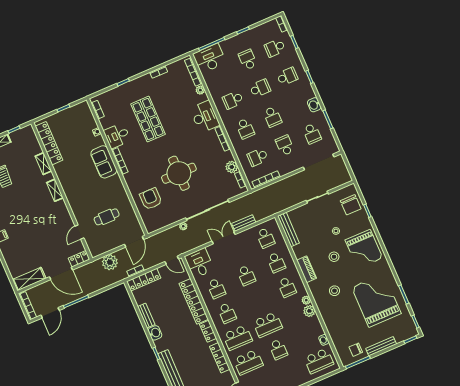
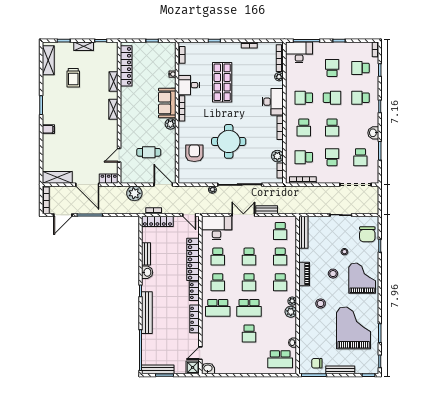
school desk: (287, 76) -> (360, 98), turned 180
plant: (116, 181) -> (170, 124), added
door: (134, 242) -> (163, 185), swing flipped
grand piano: (364, 249) -> (362, 278), turned 180
desk: (199, 263) -> (217, 228), width x1.37
school desk: (248, 362) -> (249, 282), moved, width x0.54

